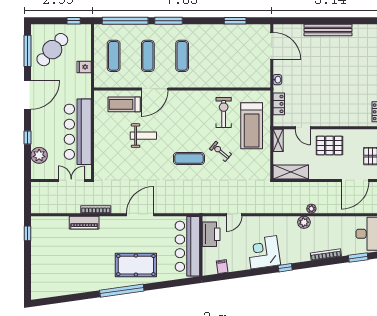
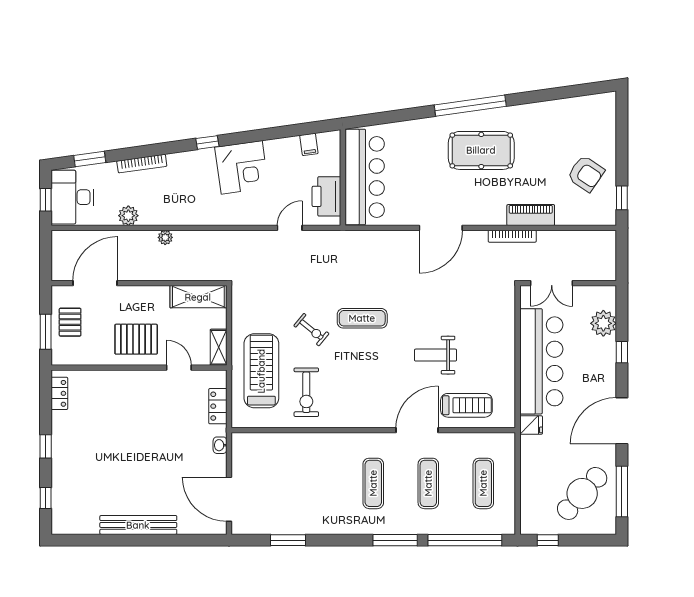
fridge: (84, 67) -> (531, 425), moved
plant: (304, 222) -> (128, 216), moved
armchair: (50, 248) -> (586, 174), added
pool table: (136, 265) -> (481, 150), moved

